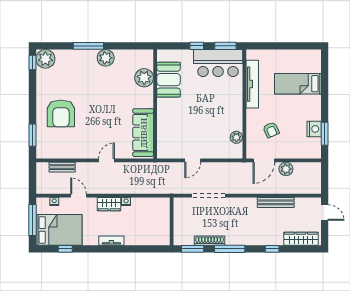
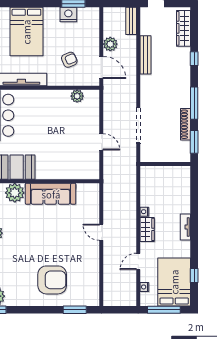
bed: (298, 84) -> (26, 32), width x1.50
sofa: (143, 133) -> (51, 194), moved
bench: (62, 167) -> (131, 21), moved

